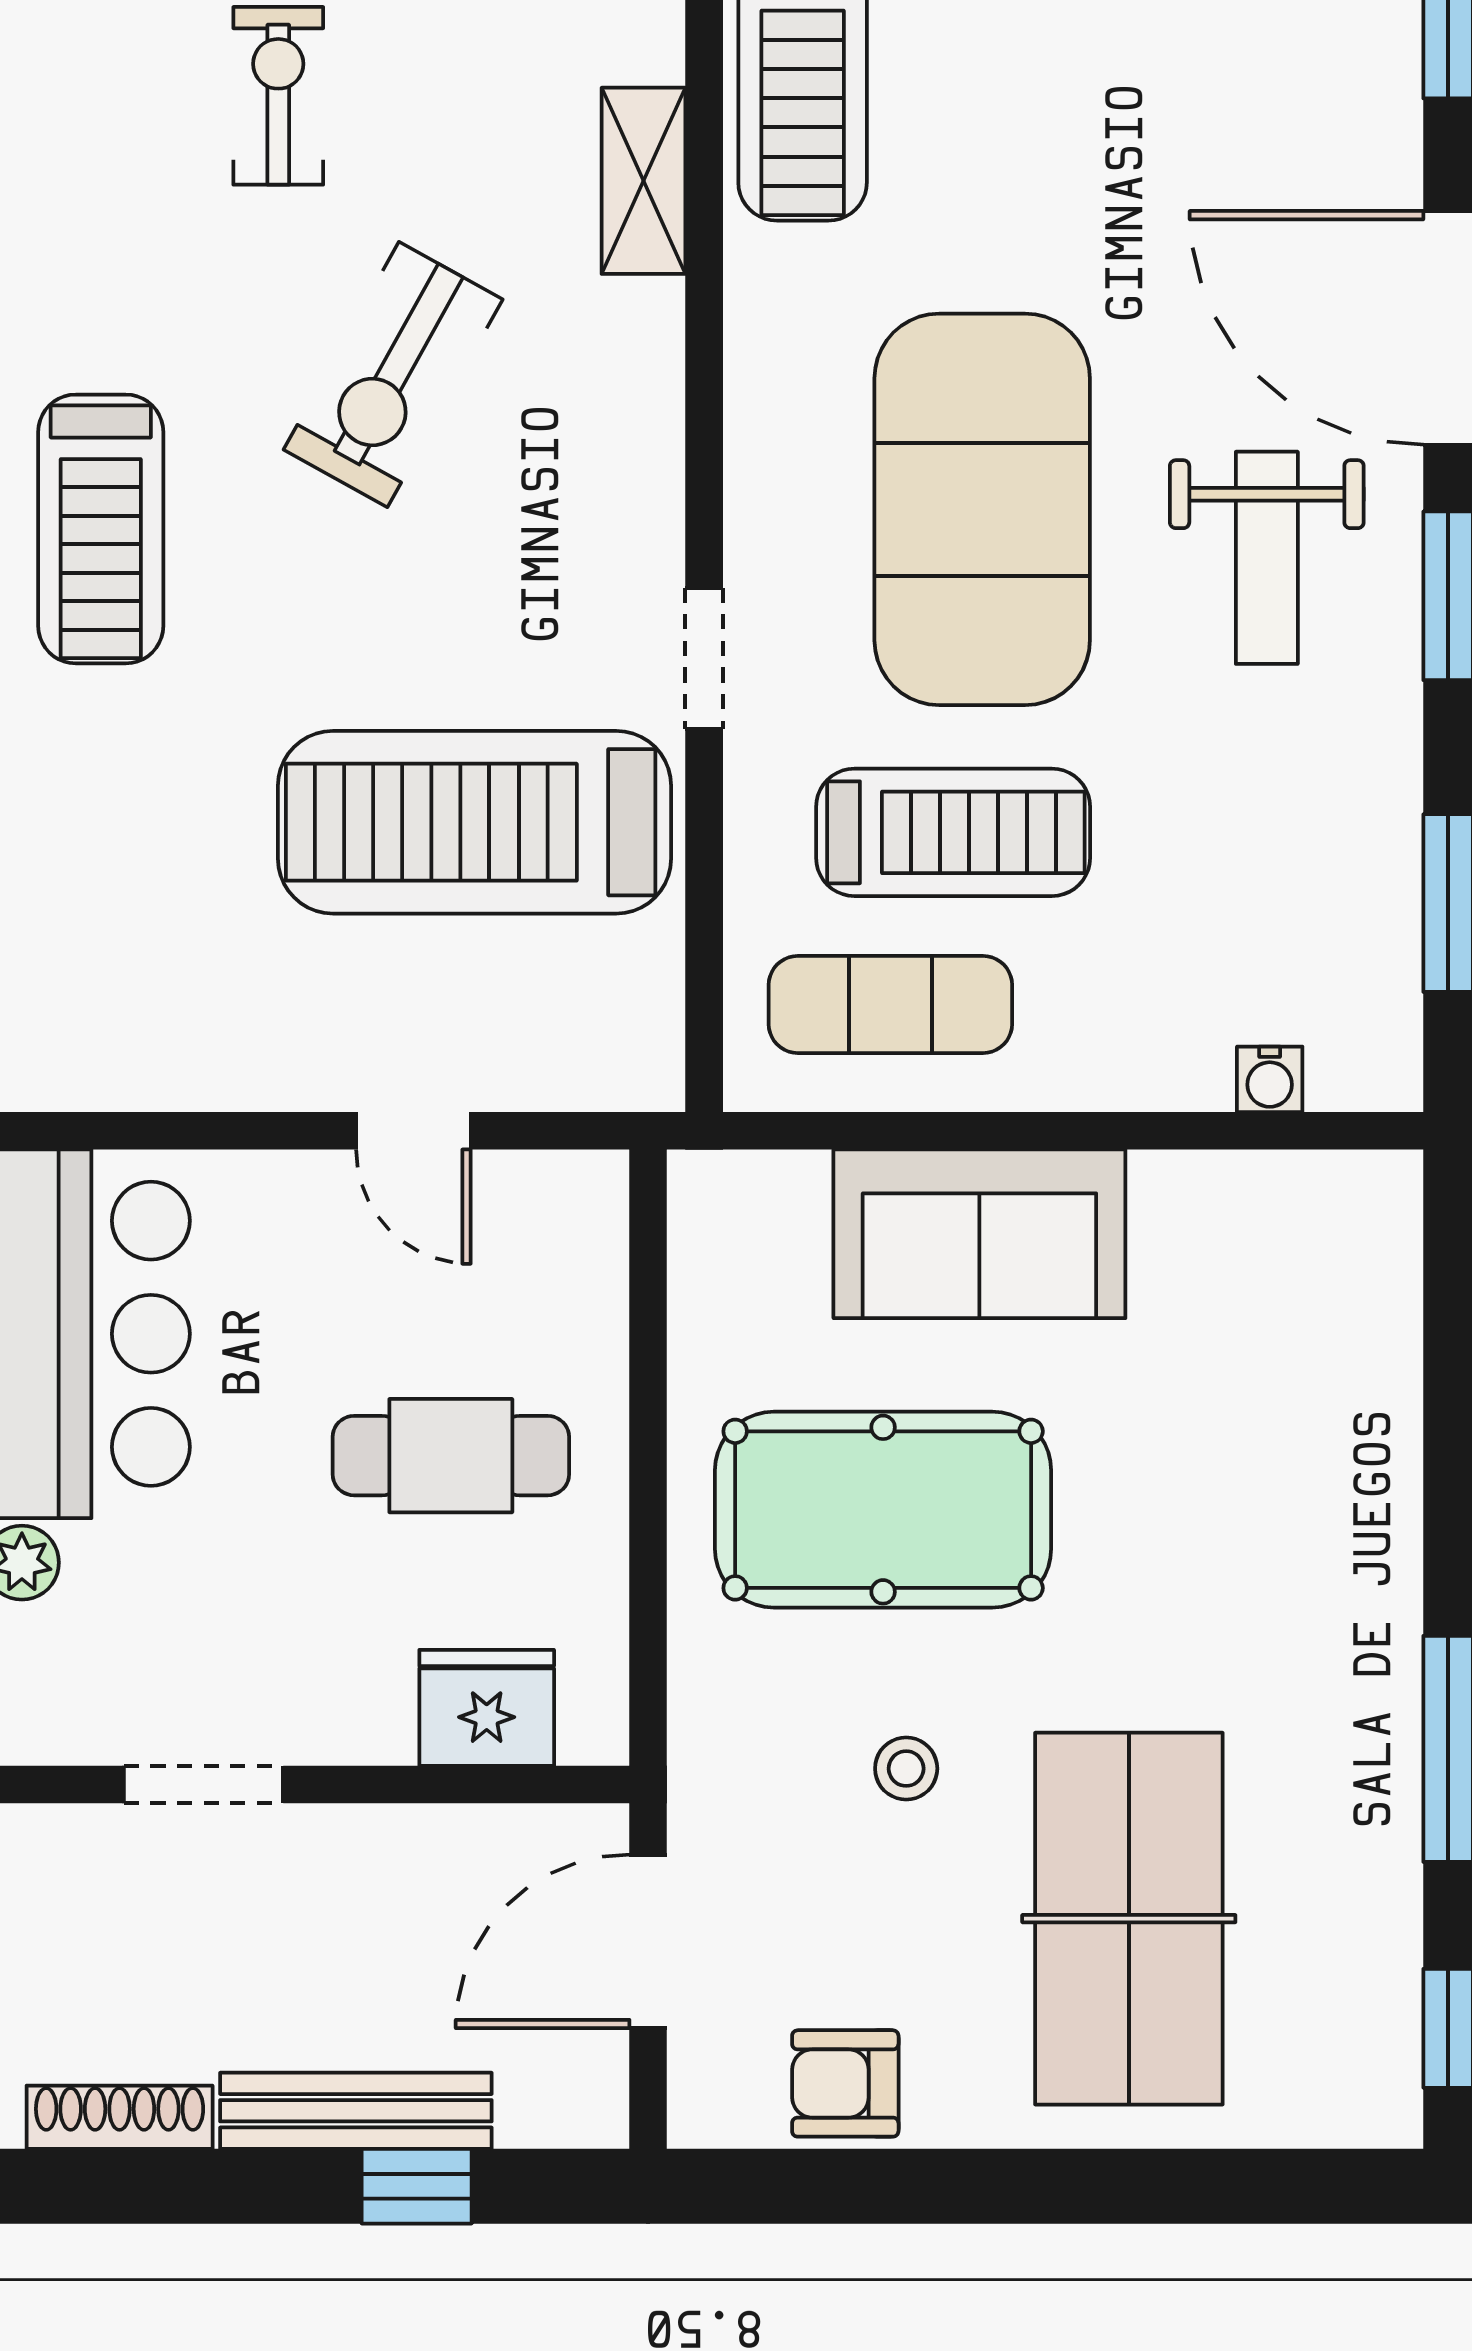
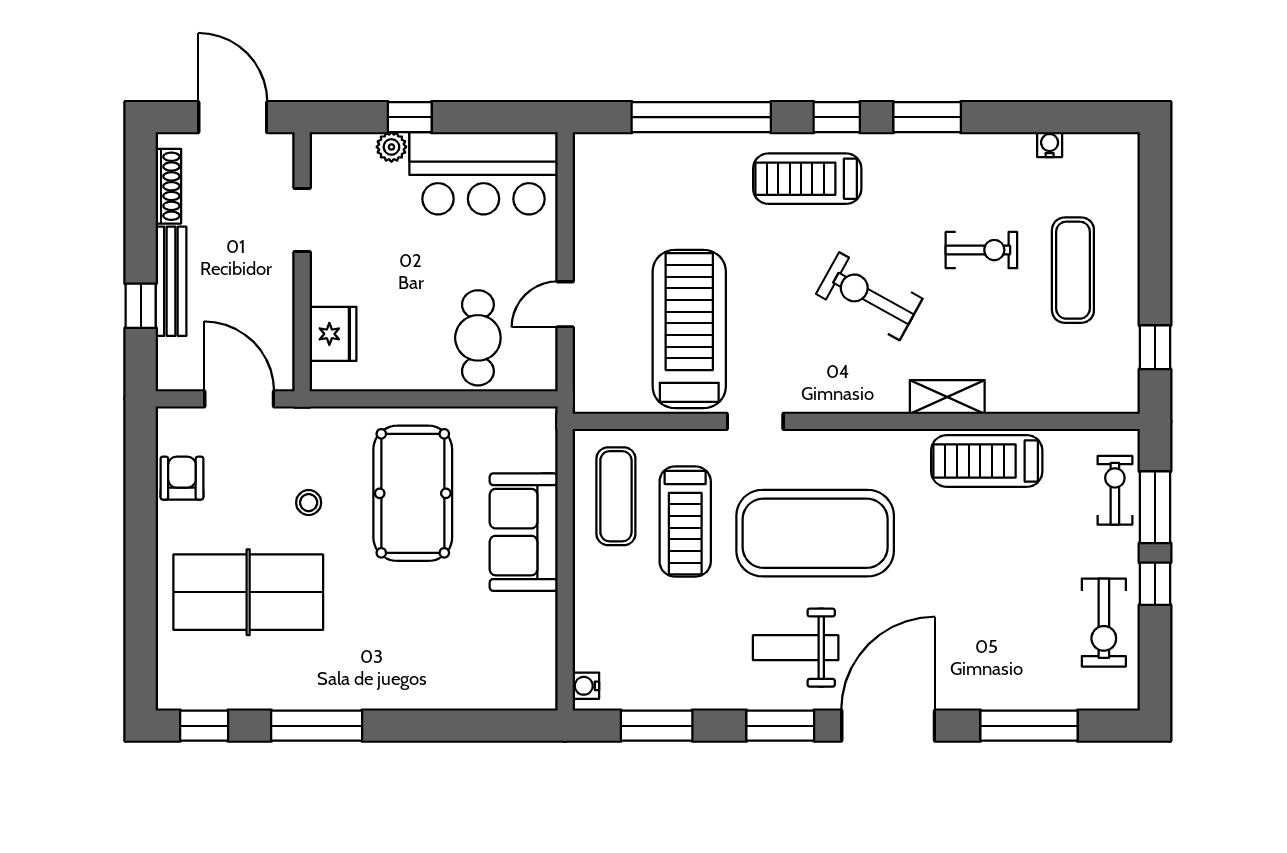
water cooler: (1270, 1079) -> (586, 686), moved
cafe table: (451, 1456) -> (478, 338), moved

